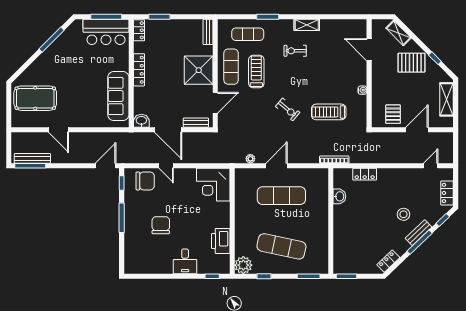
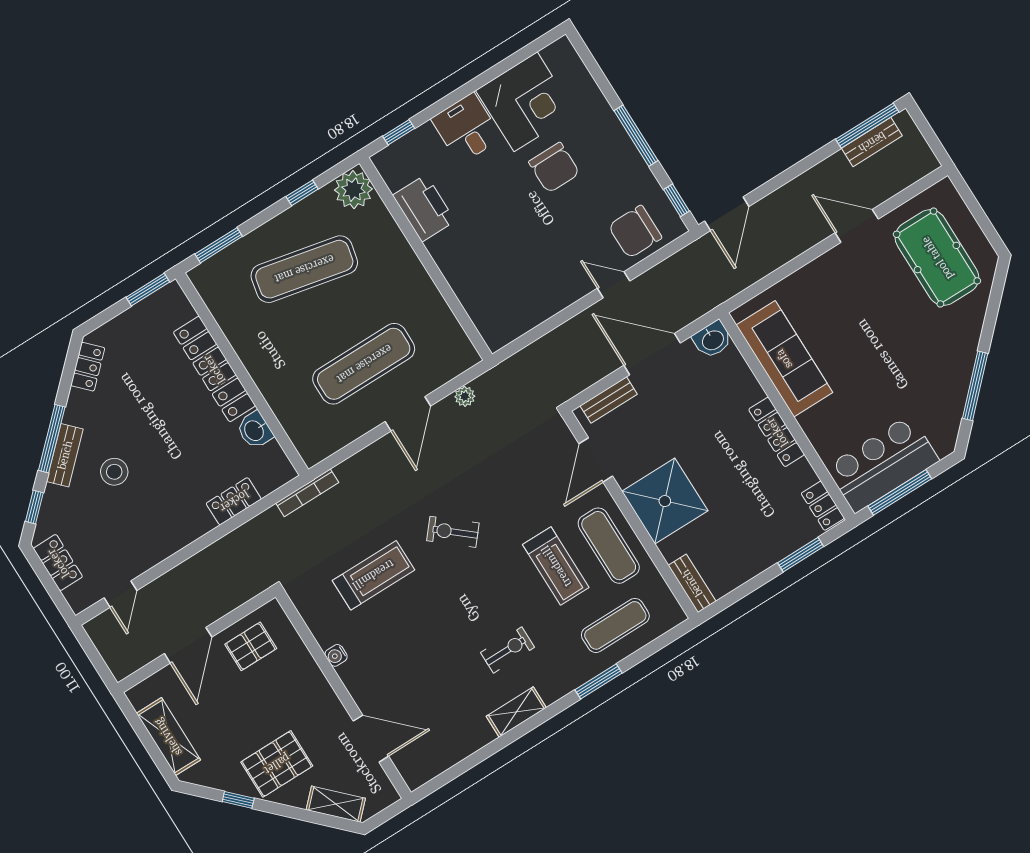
pool table: (35, 98) -> (937, 258), turned 90
pallet: (393, 114) -> (251, 646), turned 90
bench: (32, 158) -> (872, 142), width x0.73
corner desk: (213, 185) -> (526, 102), moved, turned 90
locker: (340, 230) -> (214, 369), added

